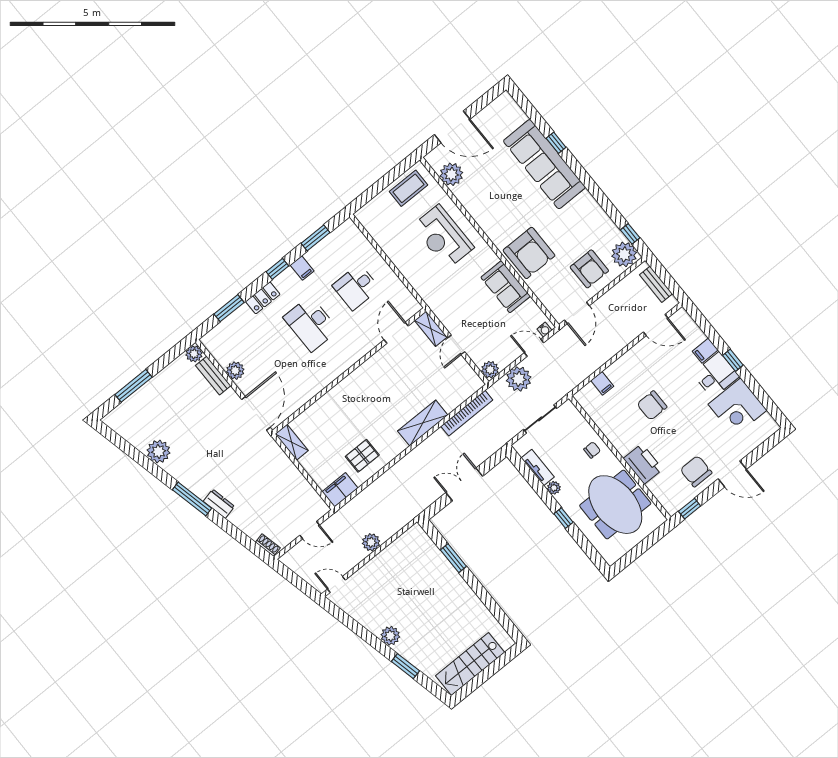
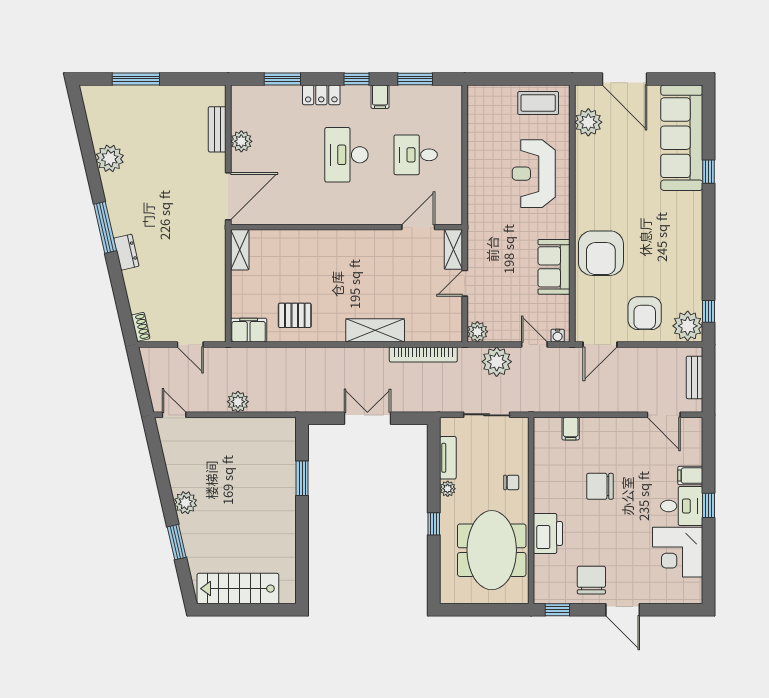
sofa: (544, 164) -> (682, 138), moved
plant: (194, 354) -> (216, 95), removed

